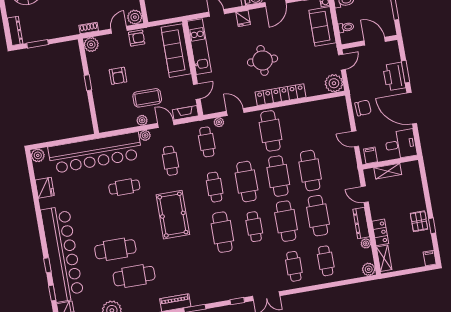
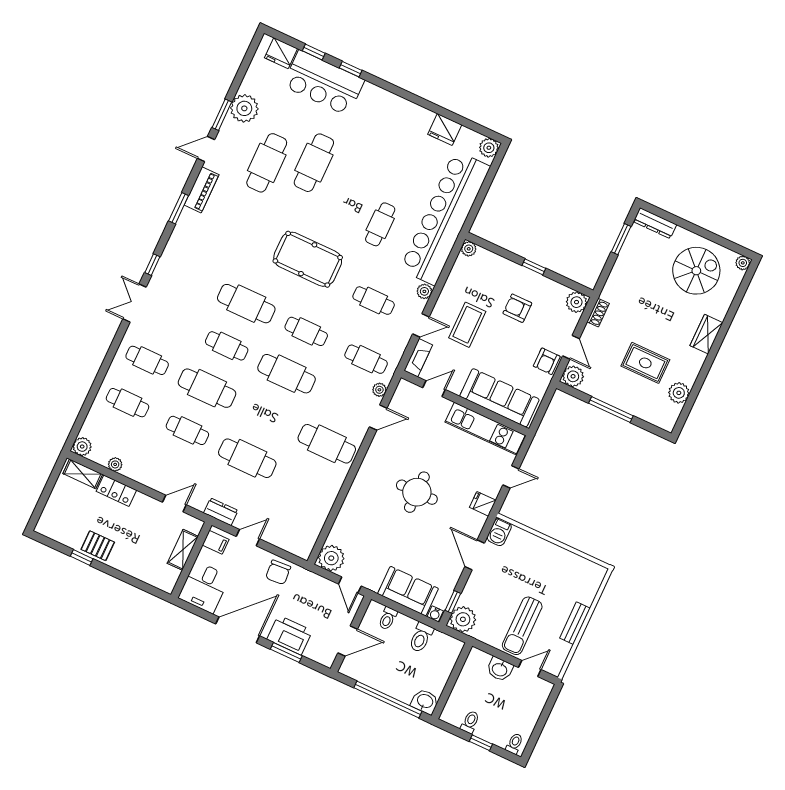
door: (197, 92) -> (434, 389), swing flipped
locker: (280, 95) -> (362, 485), removed
plant: (142, 120) -> (469, 249), moved
cafe table: (278, 176) -> (267, 416), removed
cafe table: (318, 216) -> (187, 430), width x0.73, depth x0.74
dresser: (361, 223) -> (221, 512), moved, width x0.70
bar counter: (62, 254) -> (324, 83), width x0.54
filing cabinet: (430, 258) -> (45, 528), removed

